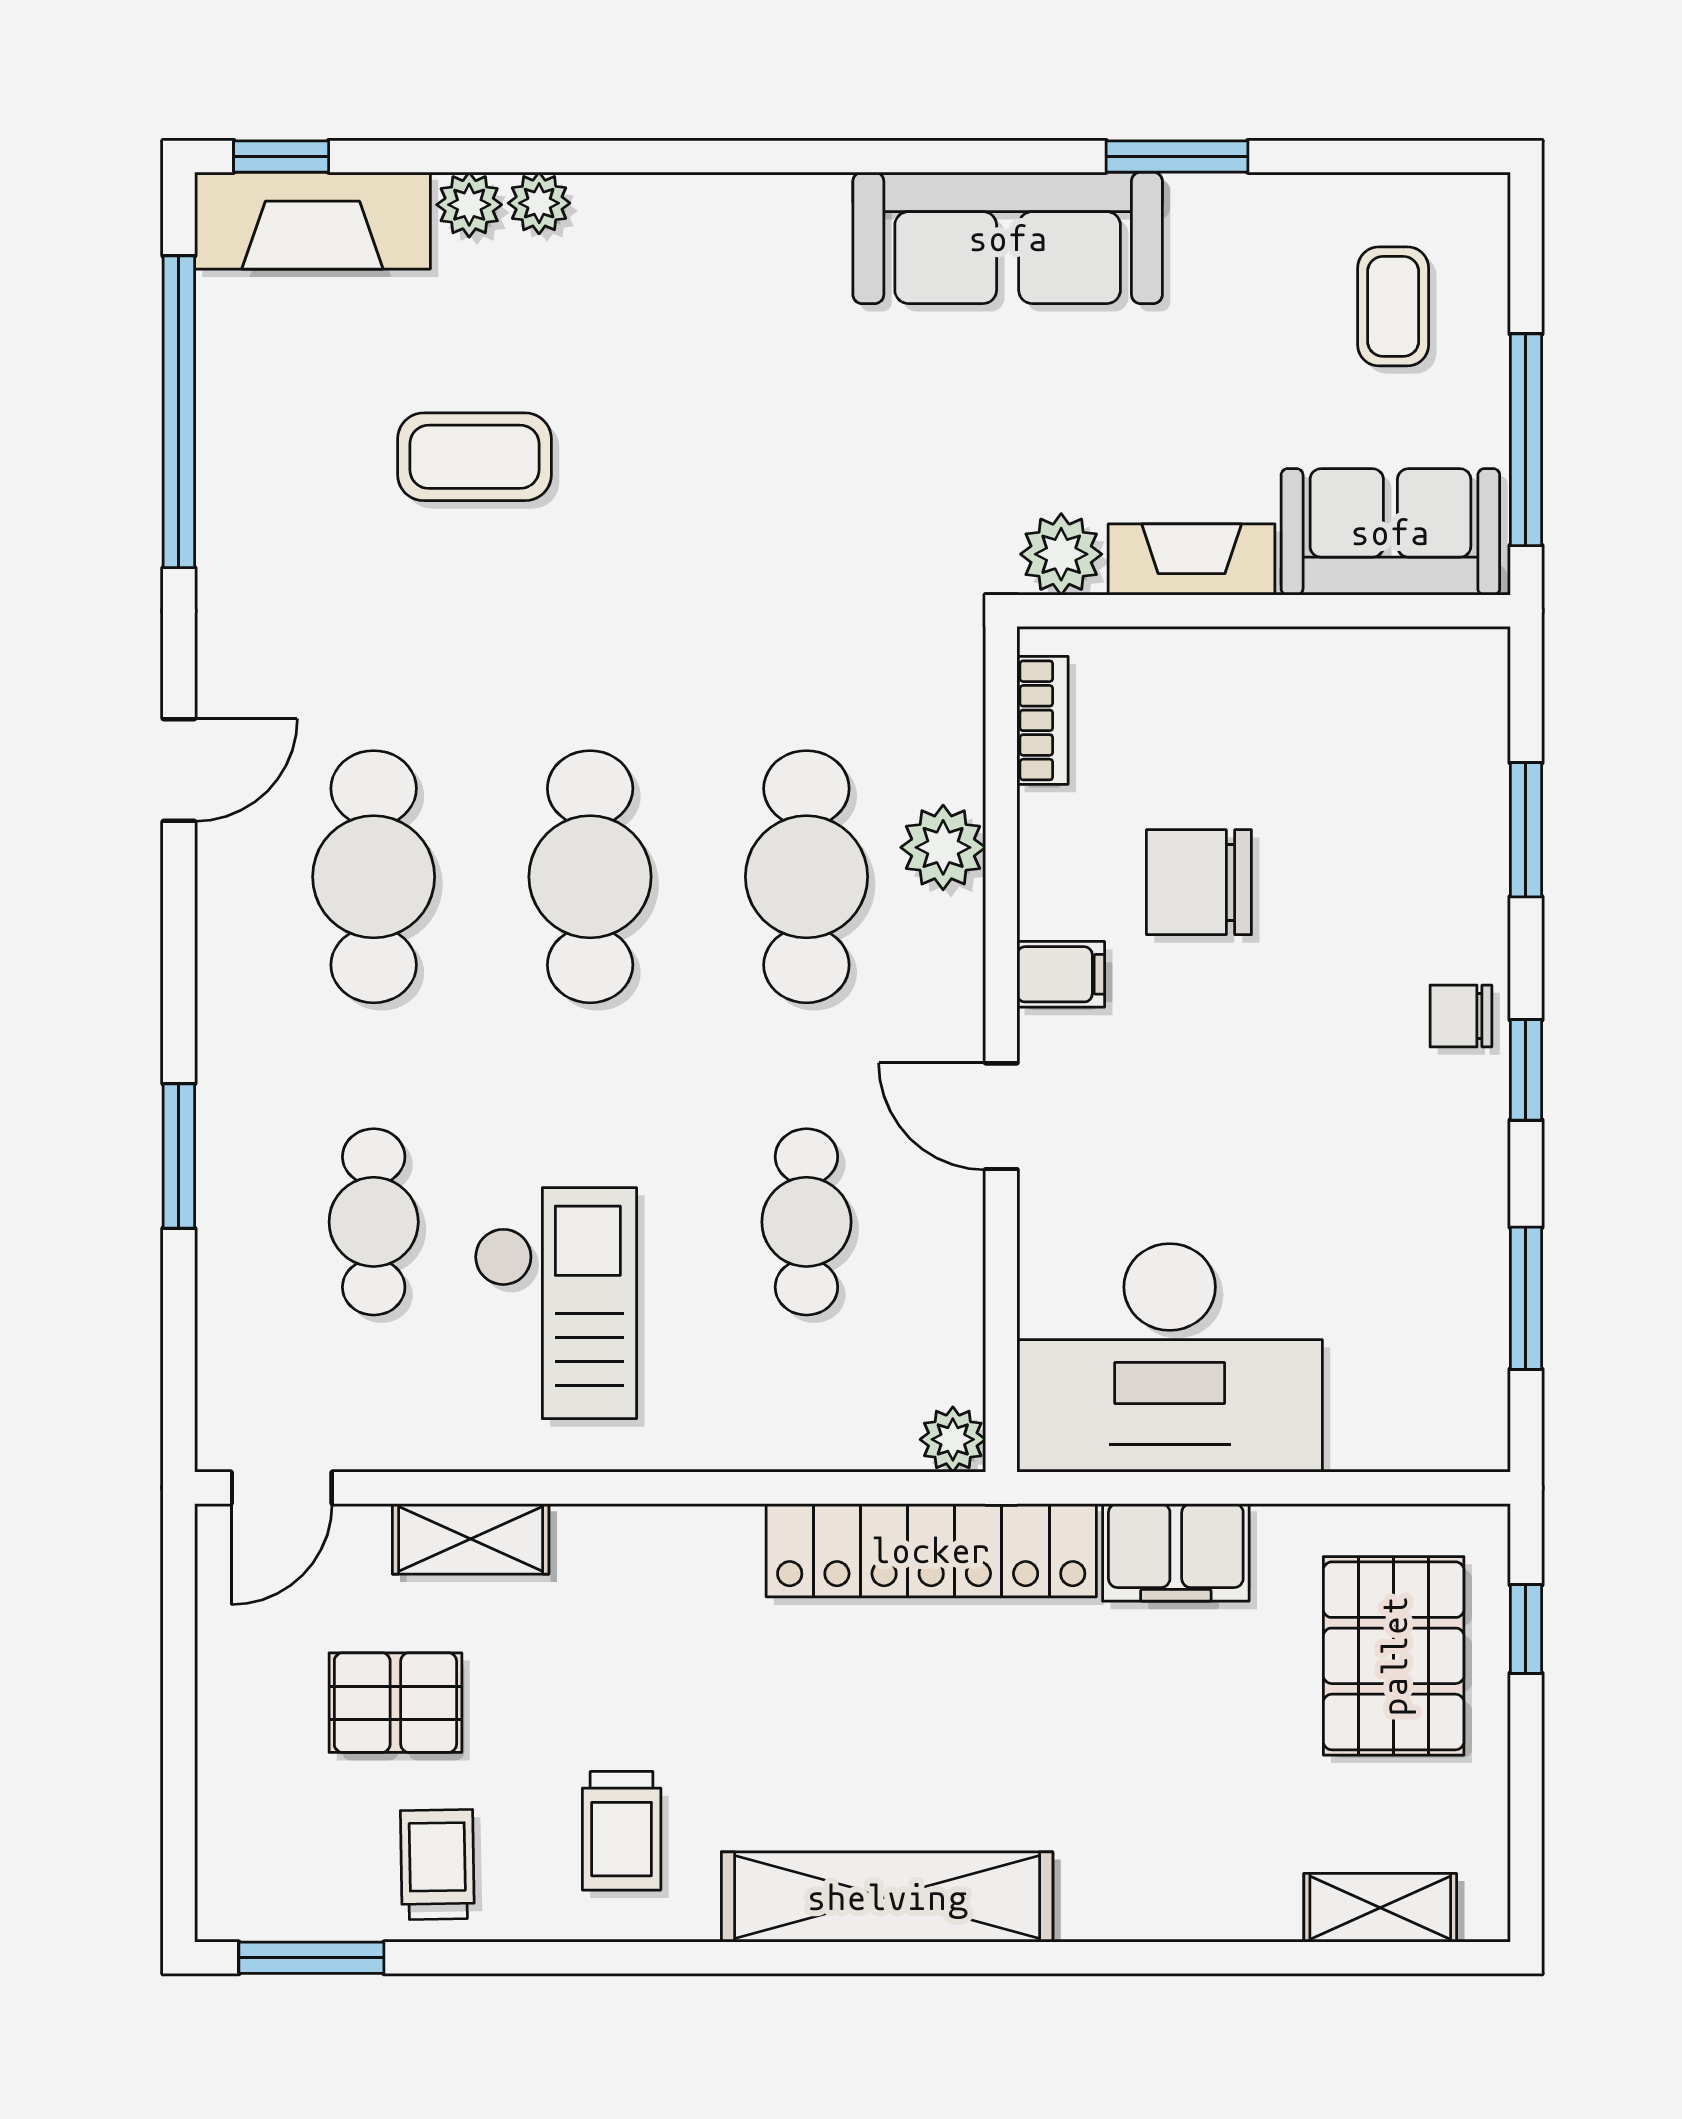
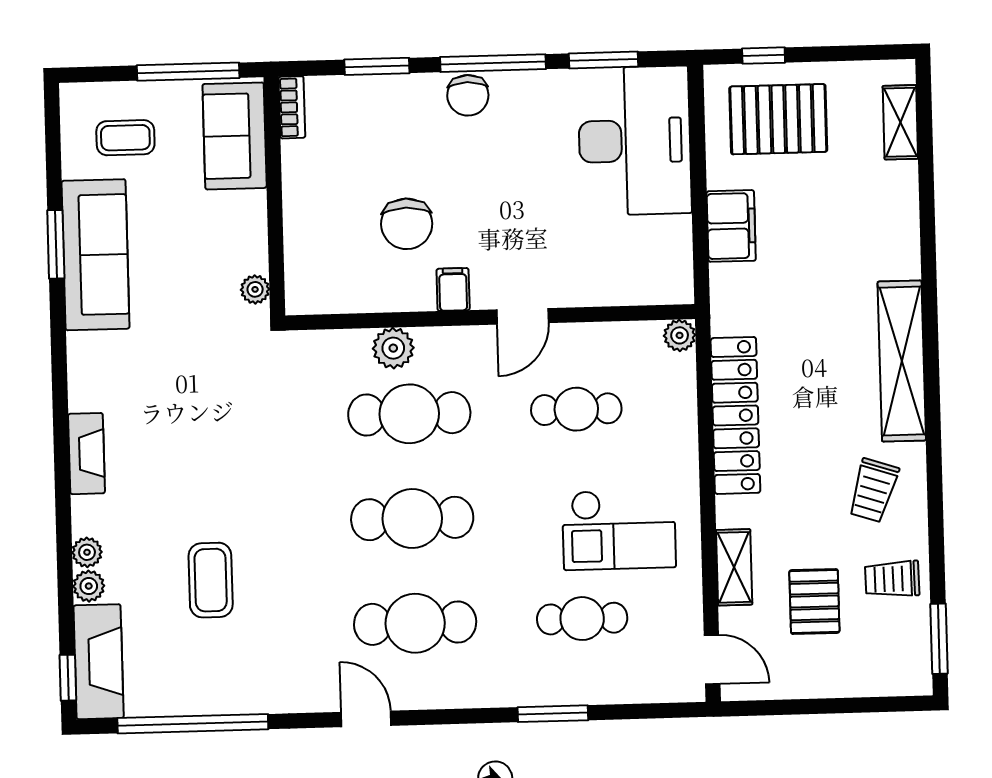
sofa: (1008, 238) -> (96, 255), moved
plant: (1061, 554) -> (255, 289), width x0.73, depth x0.73
fireplace: (1192, 559) -> (86, 454), moved, turned 180
bookcase: (1042, 720) -> (292, 107), moved, turned 90
chair: (1461, 1016) -> (468, 95), width x1.37, depth x1.37
window: (1526, 1070) -> (493, 63), width x2.17
checkout: (555, 1303) -> (619, 530), turned 180
desk: (1170, 1358) -> (635, 141), moved
locker: (931, 1550) -> (735, 415), moved
trolley: (622, 1831) -> (873, 490), turned 108

